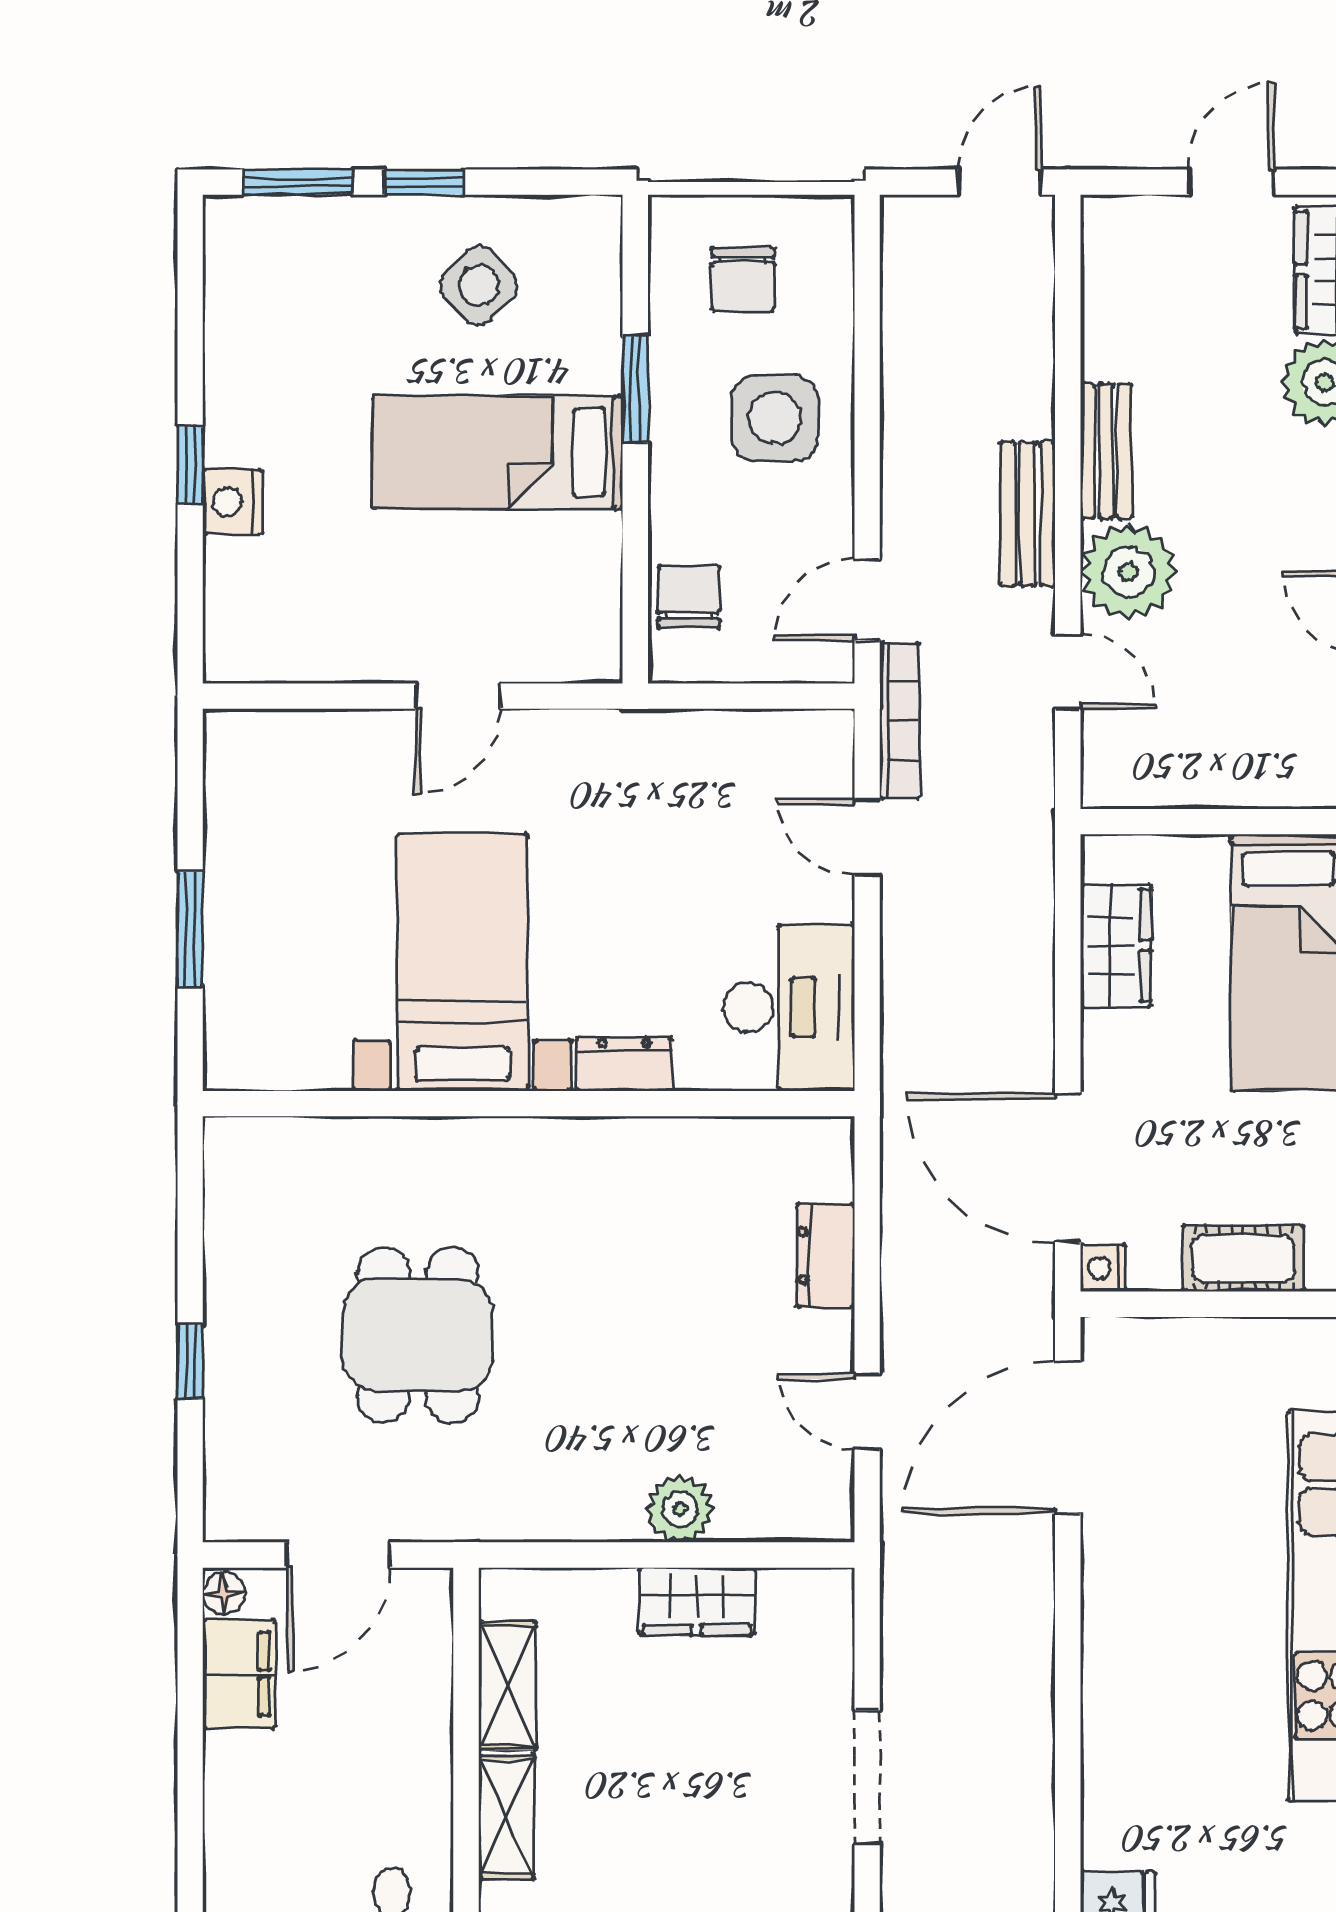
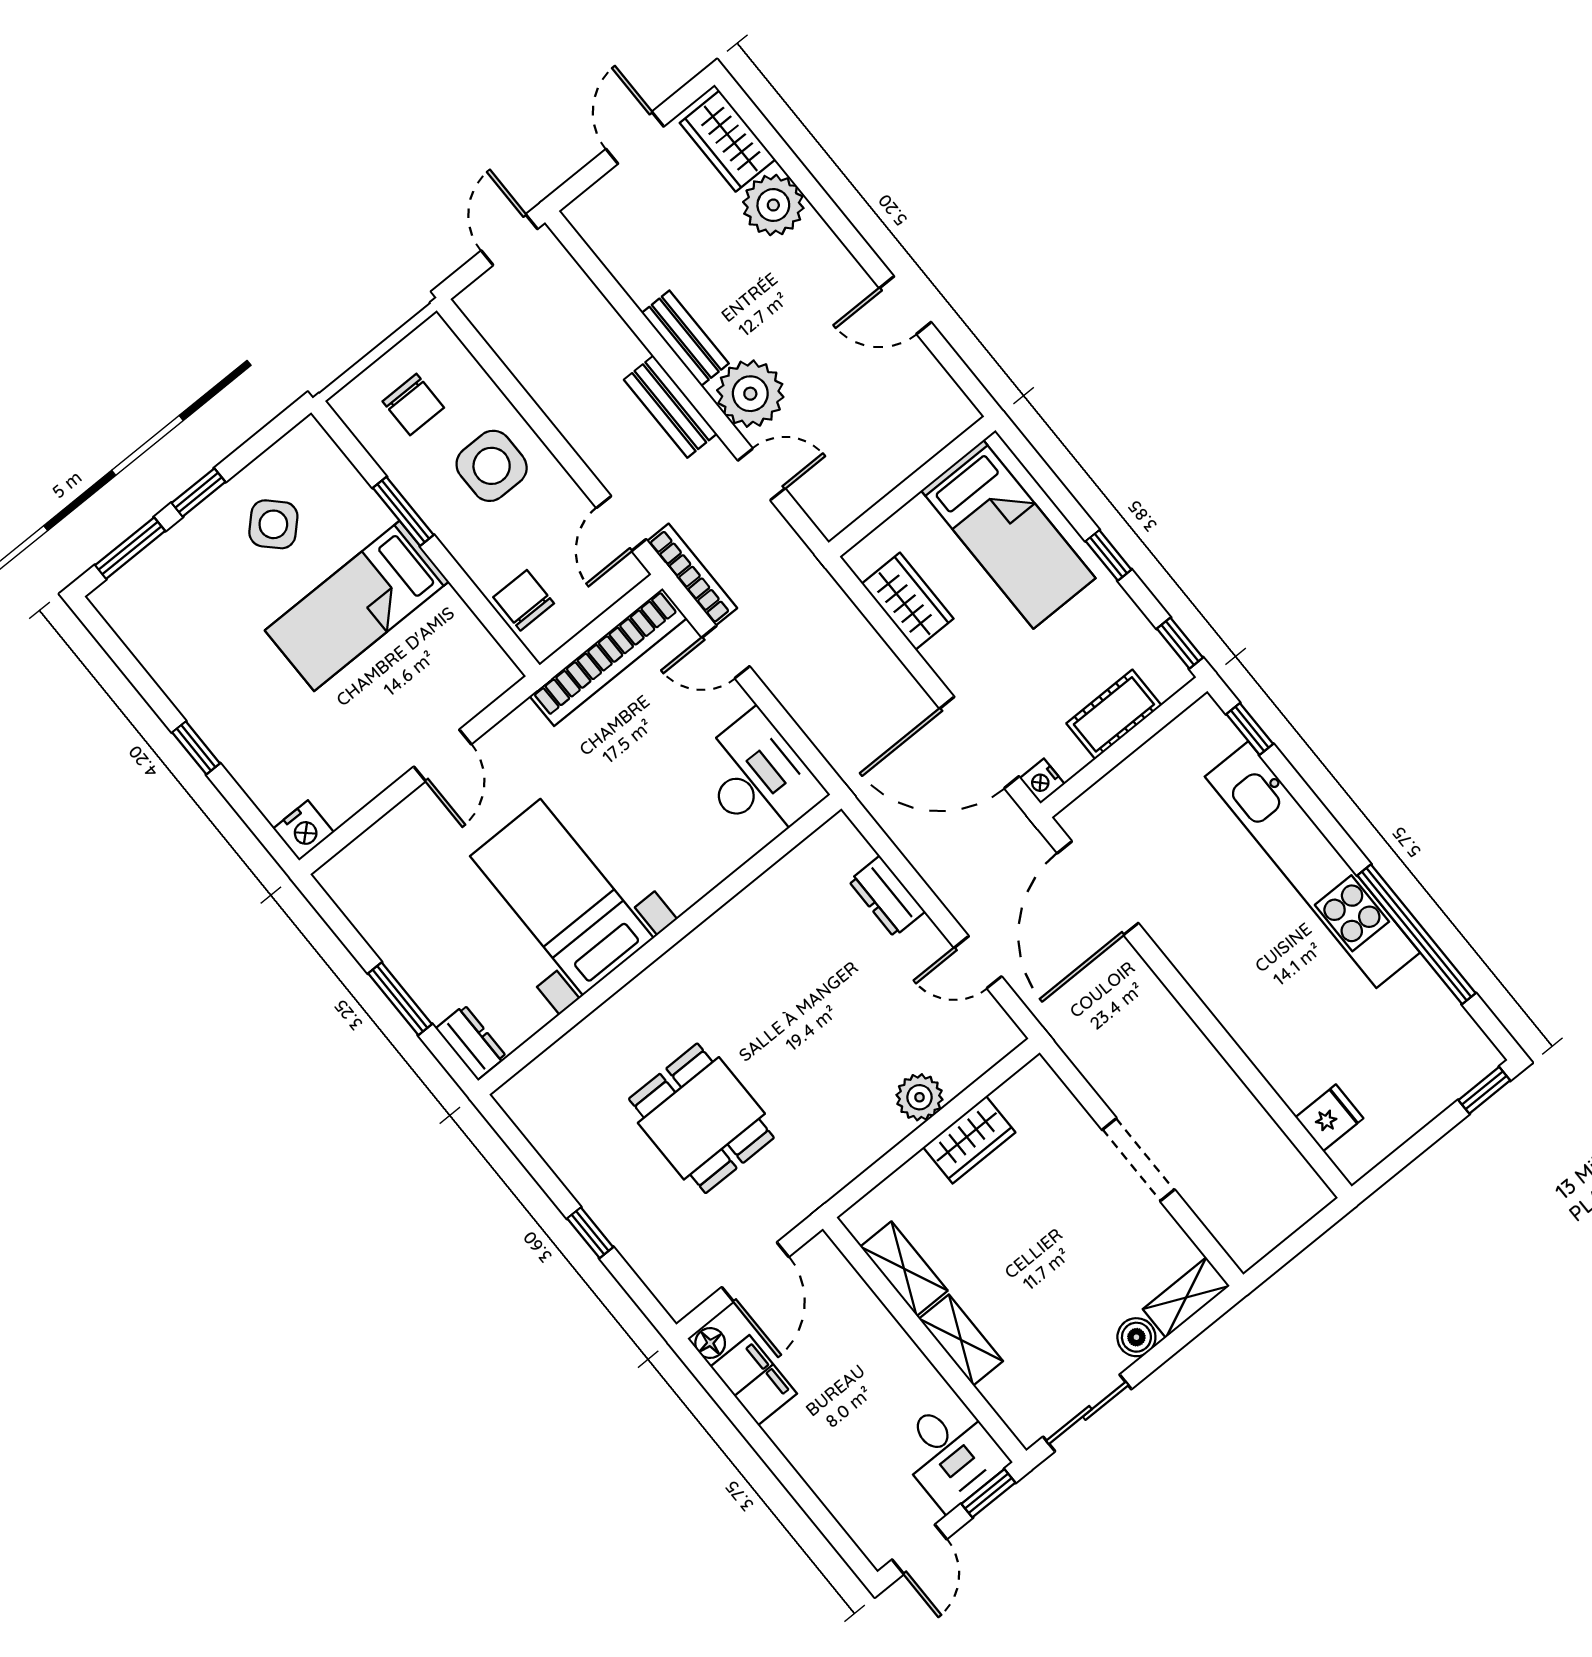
nightstand: (233, 502) -> (303, 830), moved, turned -90
bookcase: (732, 737) -> (608, 657), added
dresser: (624, 1064) -> (471, 1042), moved, turned 90

